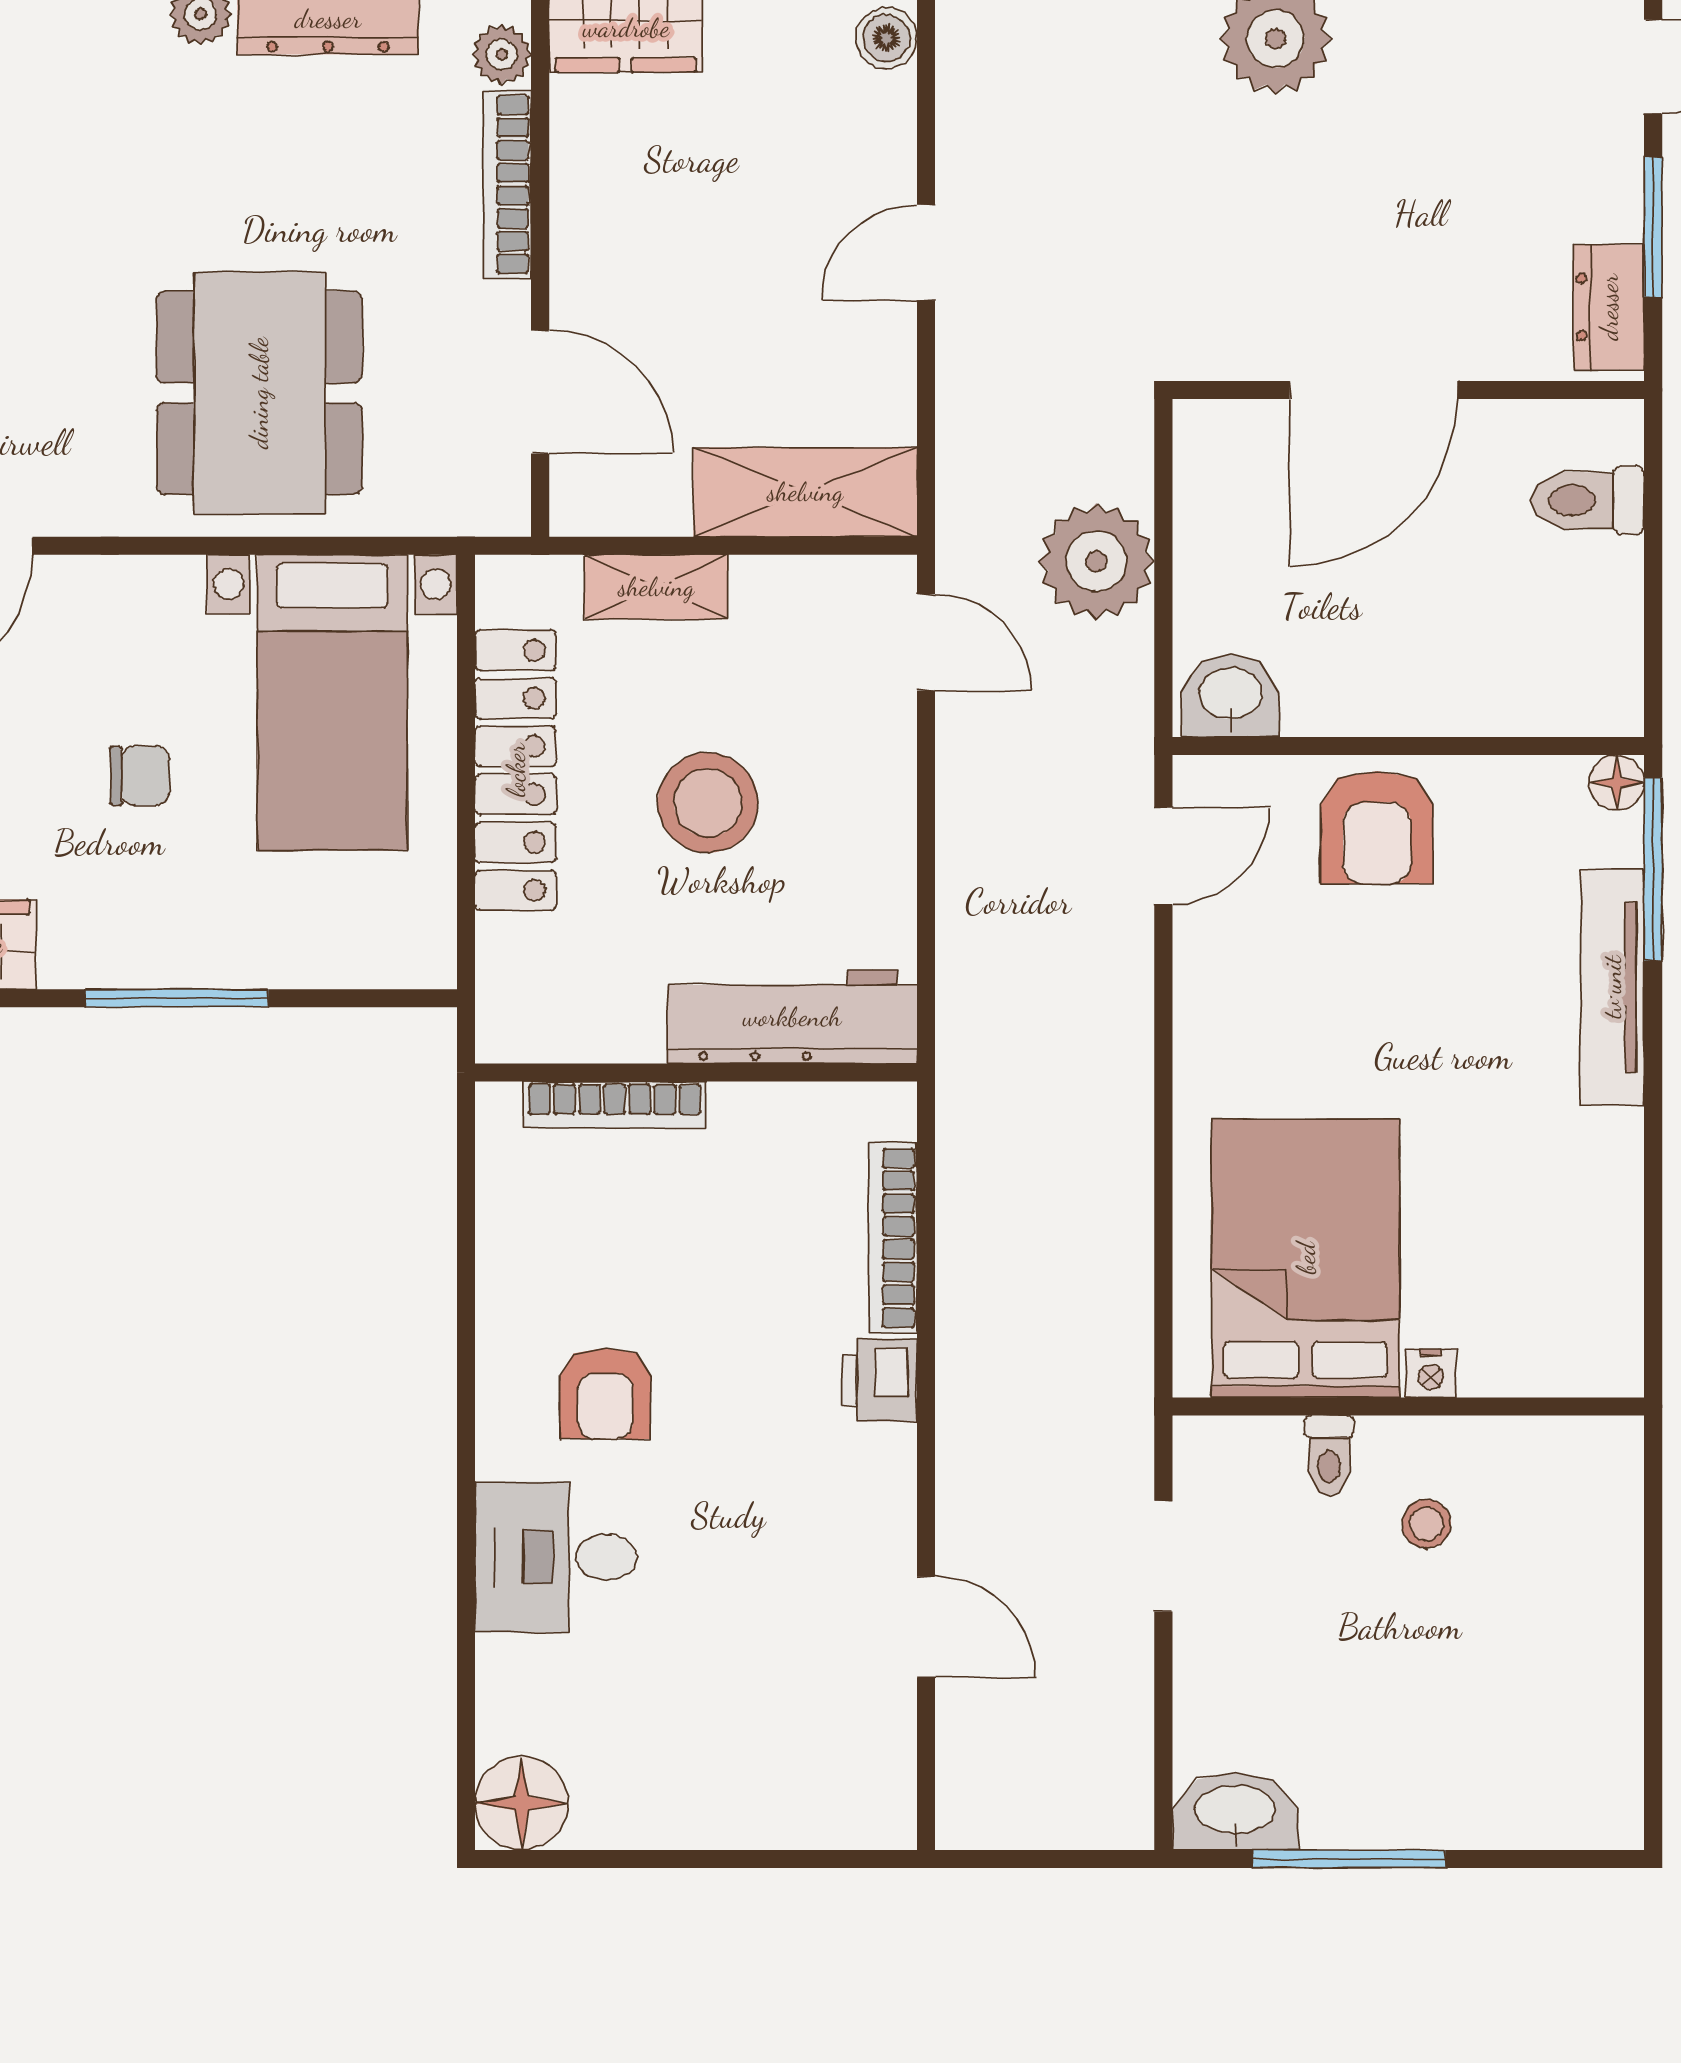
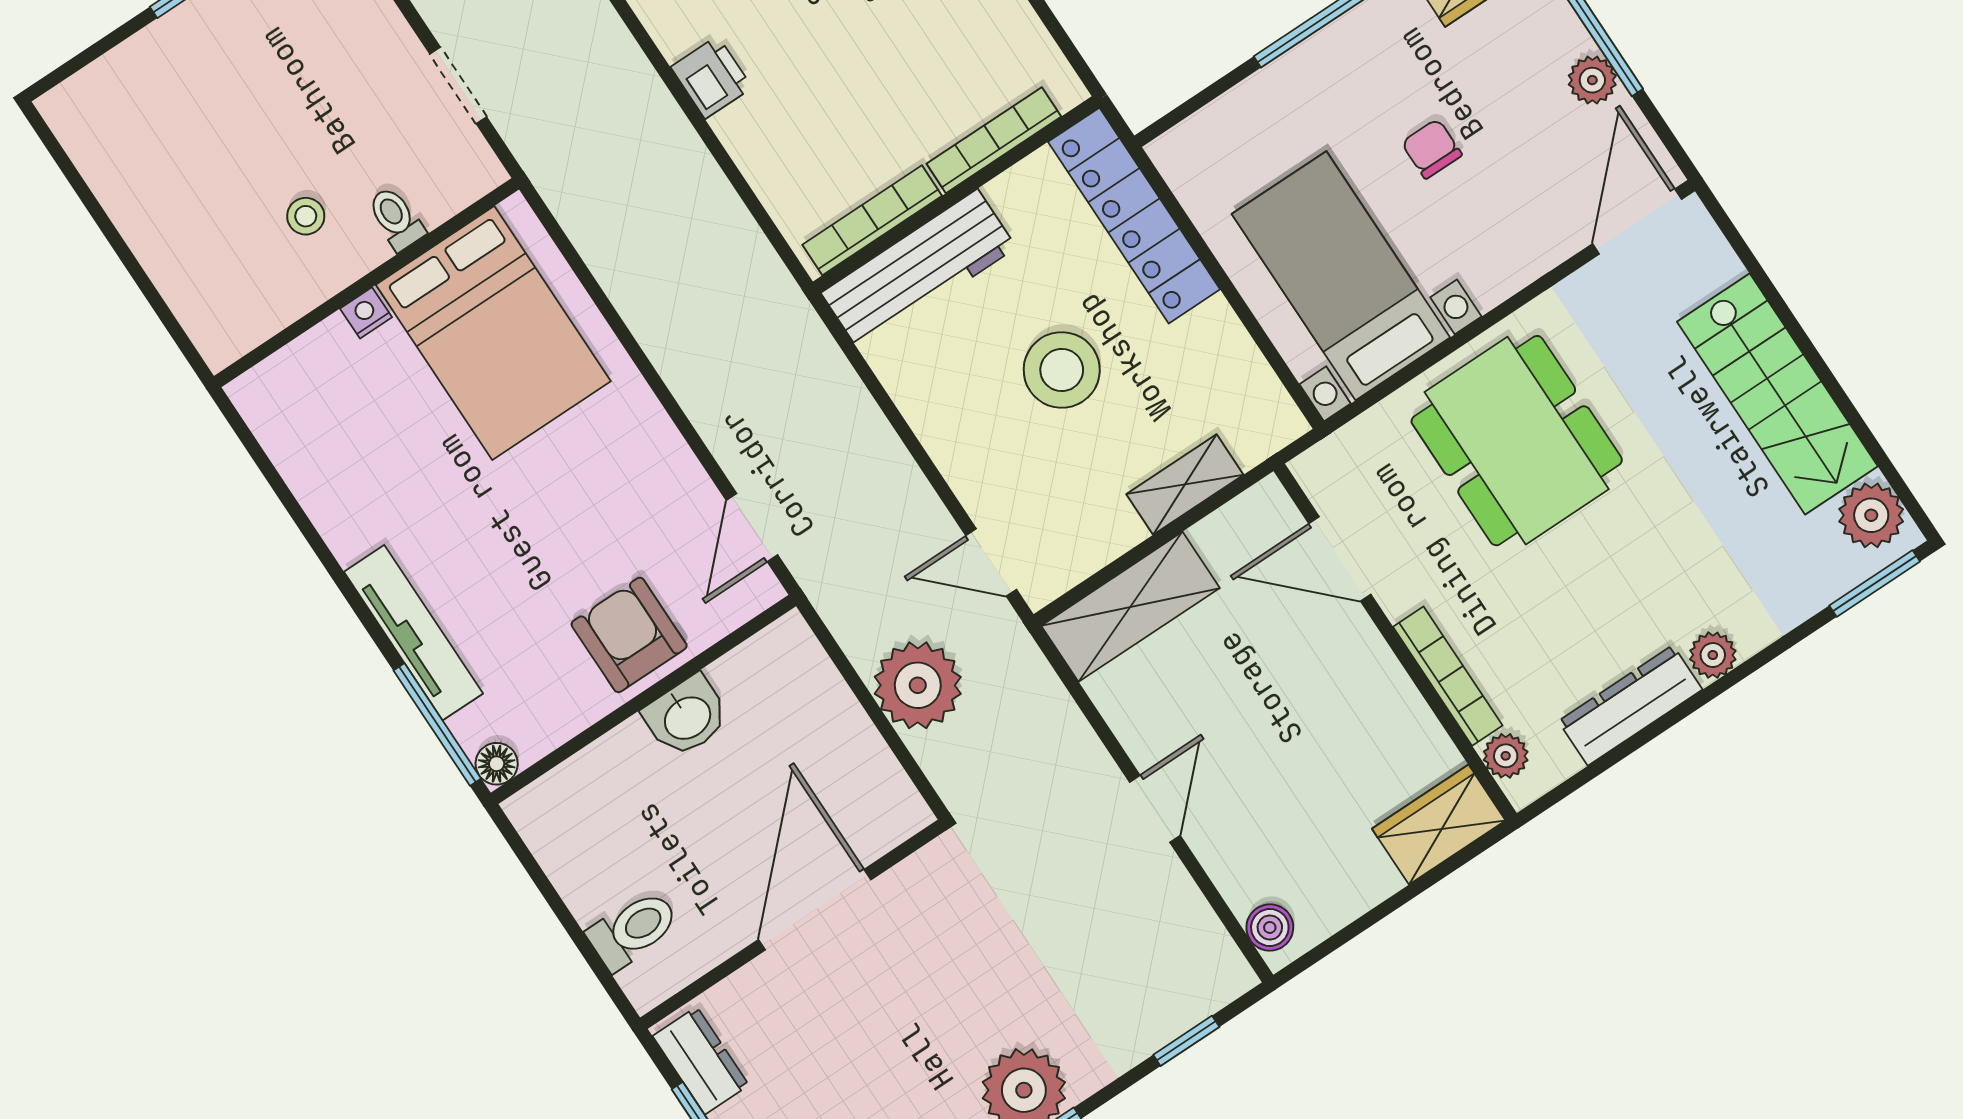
washbasin: (1230, 696) -> (687, 717), moved
locker: (516, 770) -> (1134, 216), moved
chair: (140, 776) -> (1432, 149), turned 90
bookcase: (893, 1238) -> (872, 220), moved, turned -90

